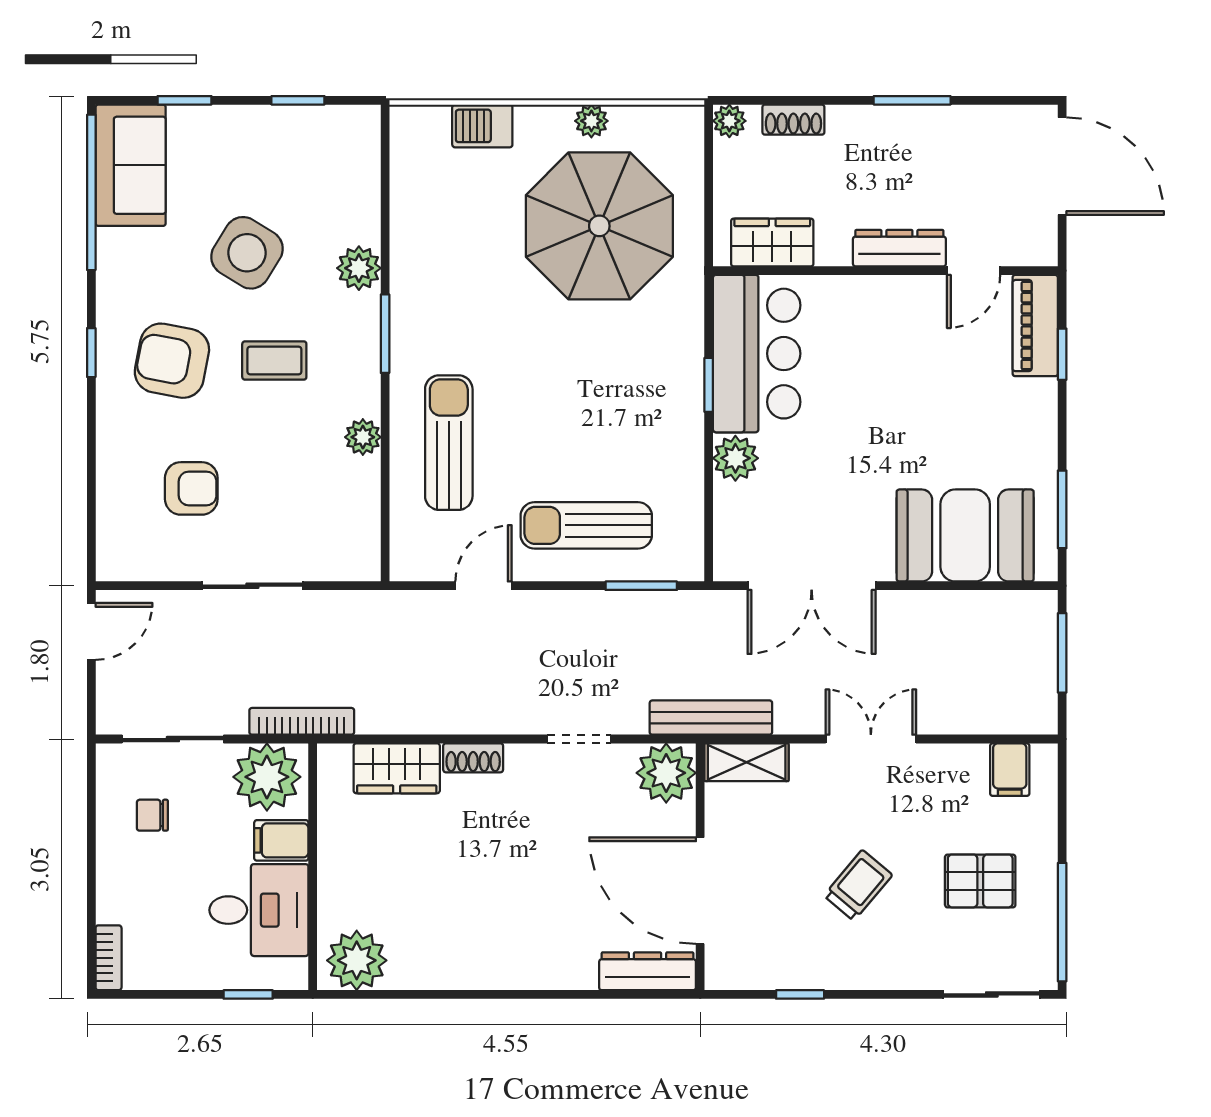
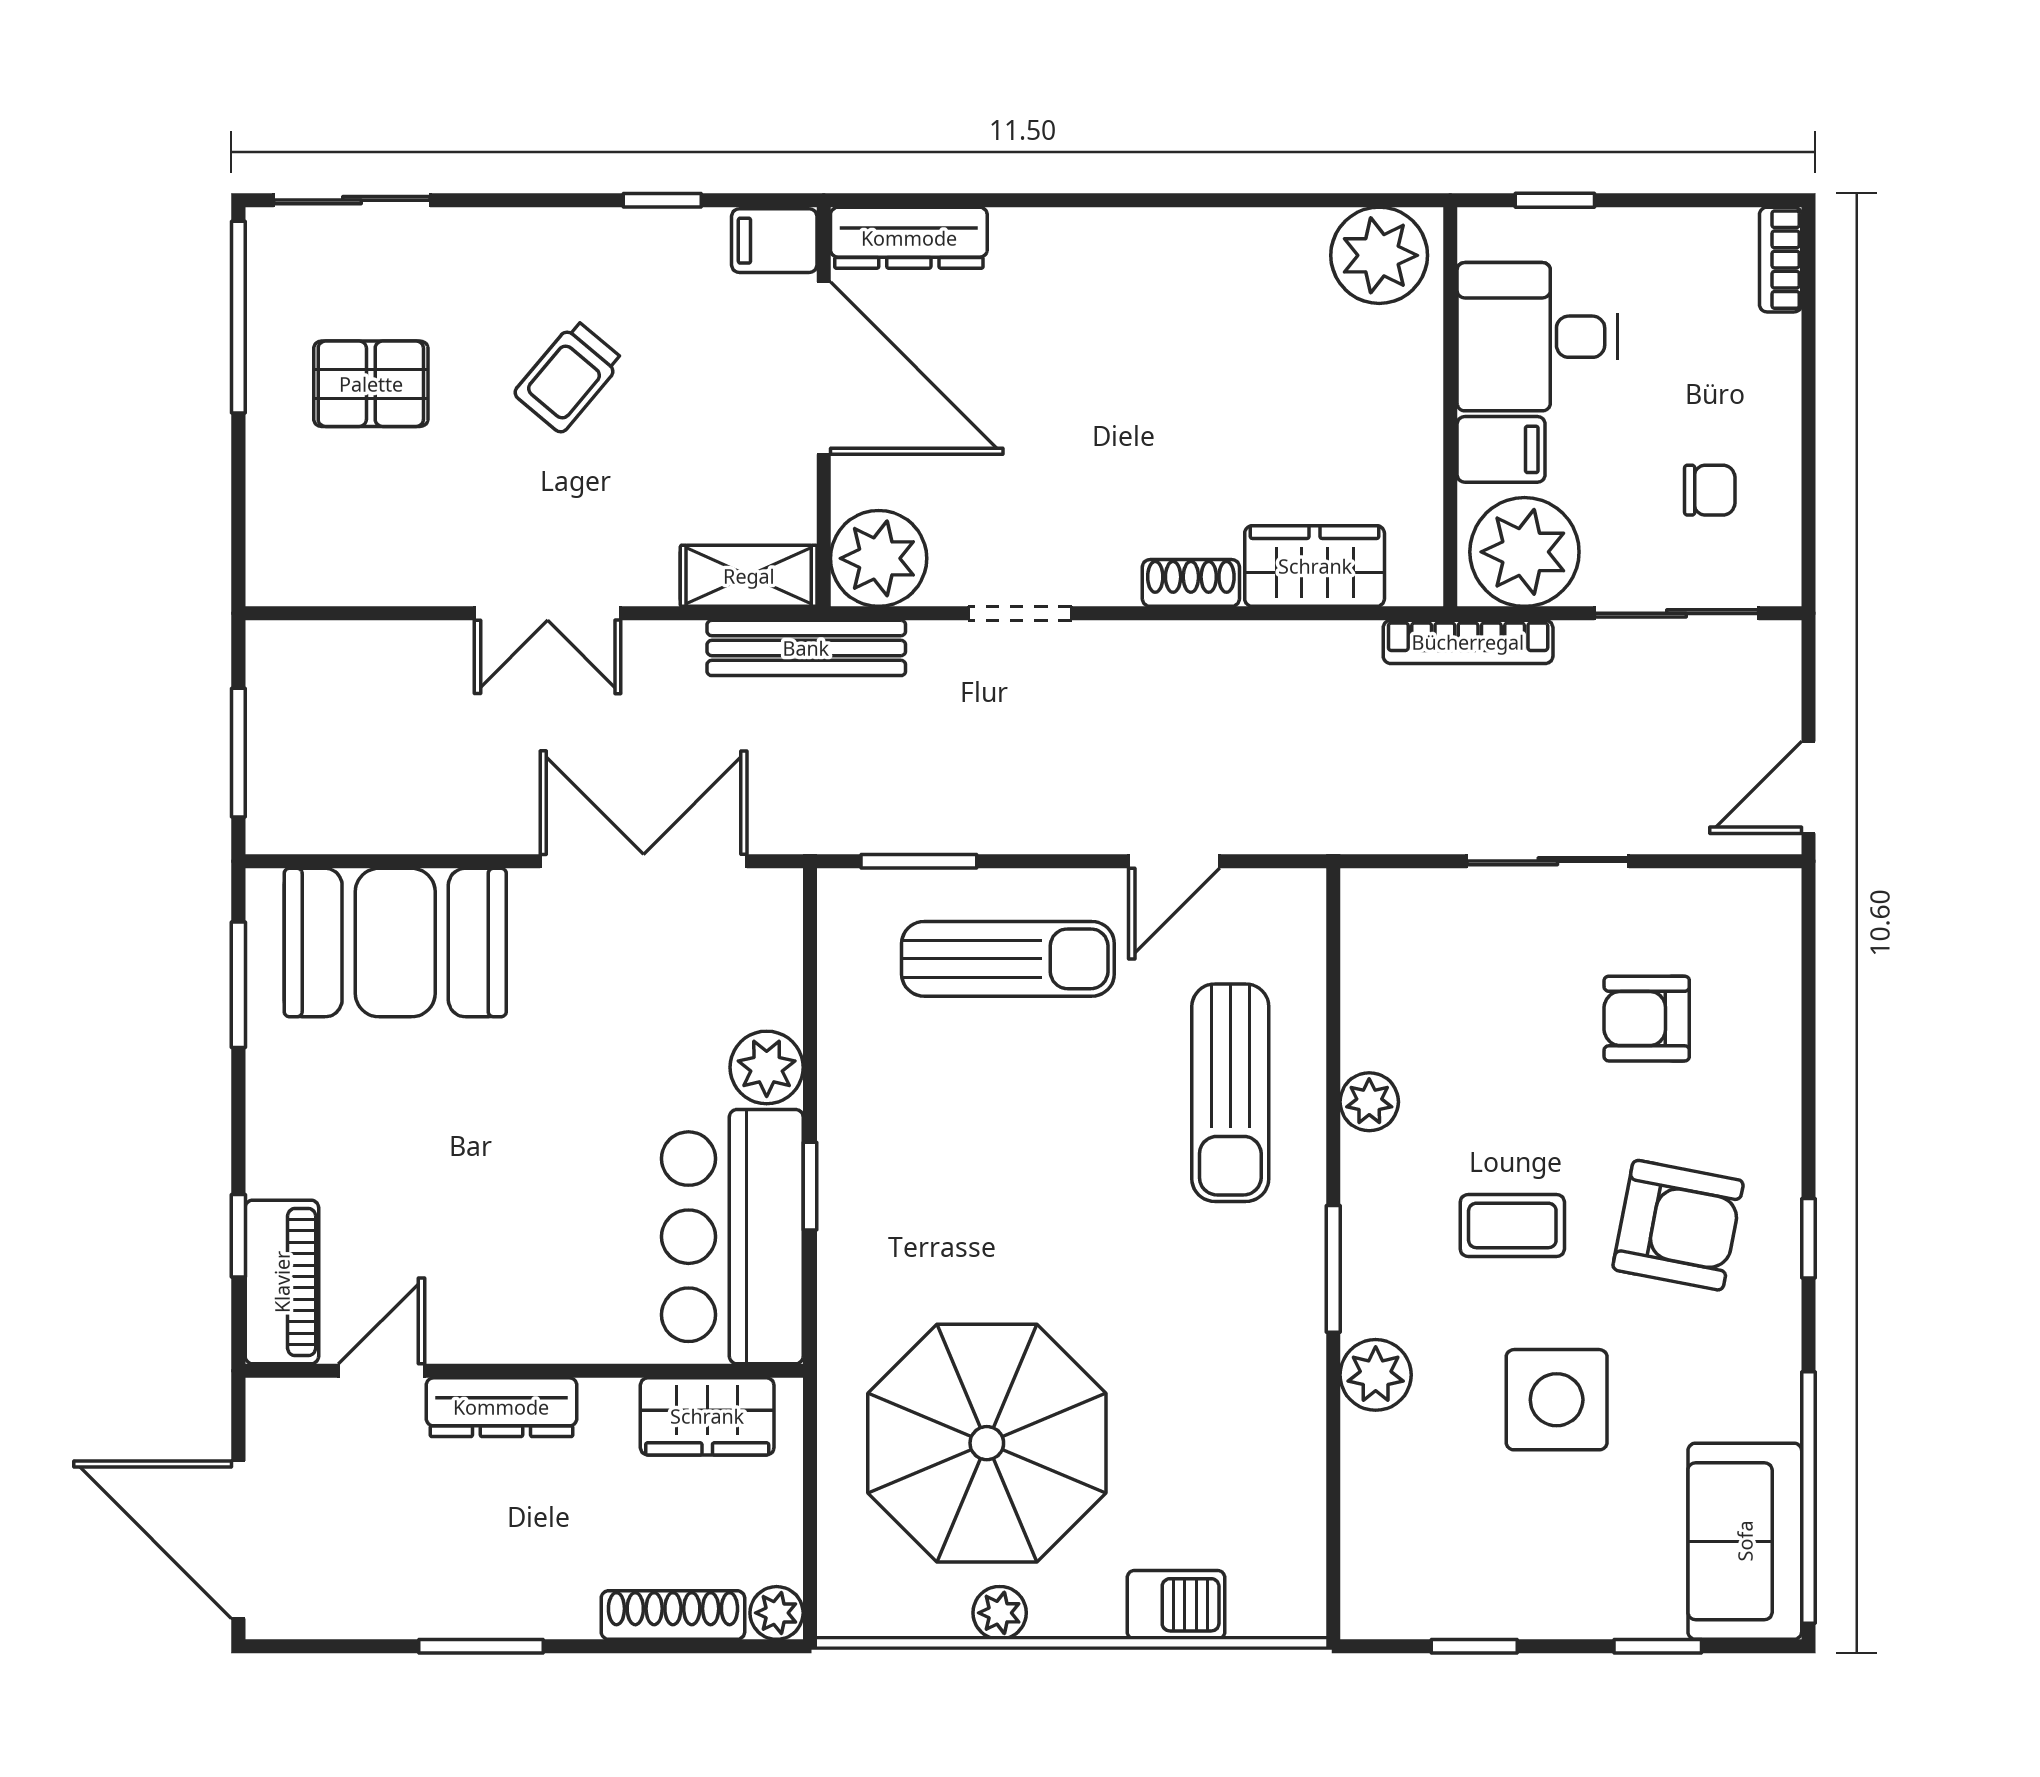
shoe rack: (793, 120) -> (673, 1615), width x1.43
side table: (247, 253) -> (1557, 1400), turned -32
filing cabinet: (1010, 770) -> (774, 241), moved, turned -90

